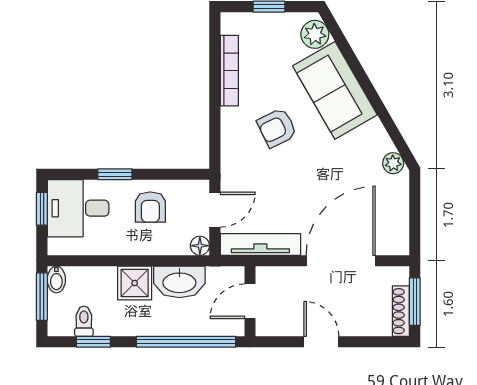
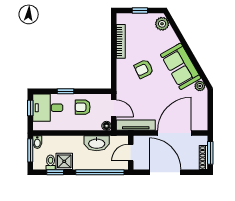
sofa: (335, 90) -> (181, 66), moved
armchair: (150, 207) -> (83, 107), turned 90
door: (215, 210) -> (114, 108), hinge flipped
shower: (135, 283) -> (64, 161), moved
door: (321, 342) -> (165, 172), width x1.88

